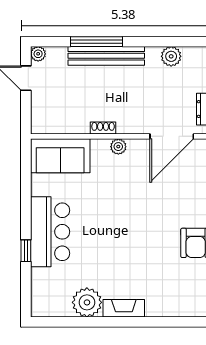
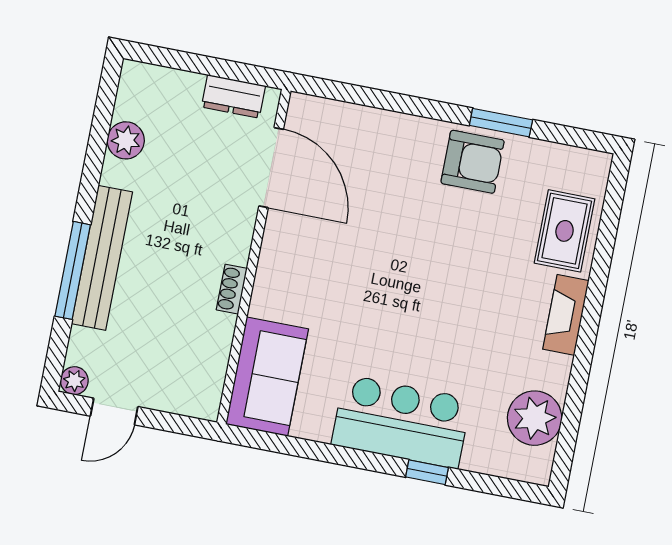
plant: (118, 147) -> (271, 268), removed
rug: (168, 299) -> (565, 231), added
plant: (87, 302) -> (535, 418), moved

